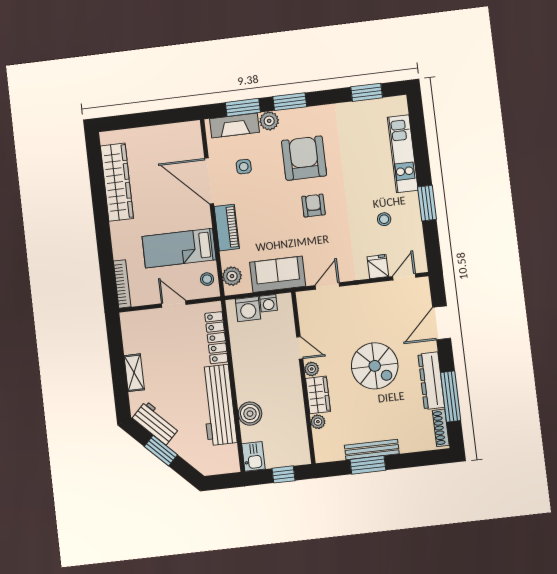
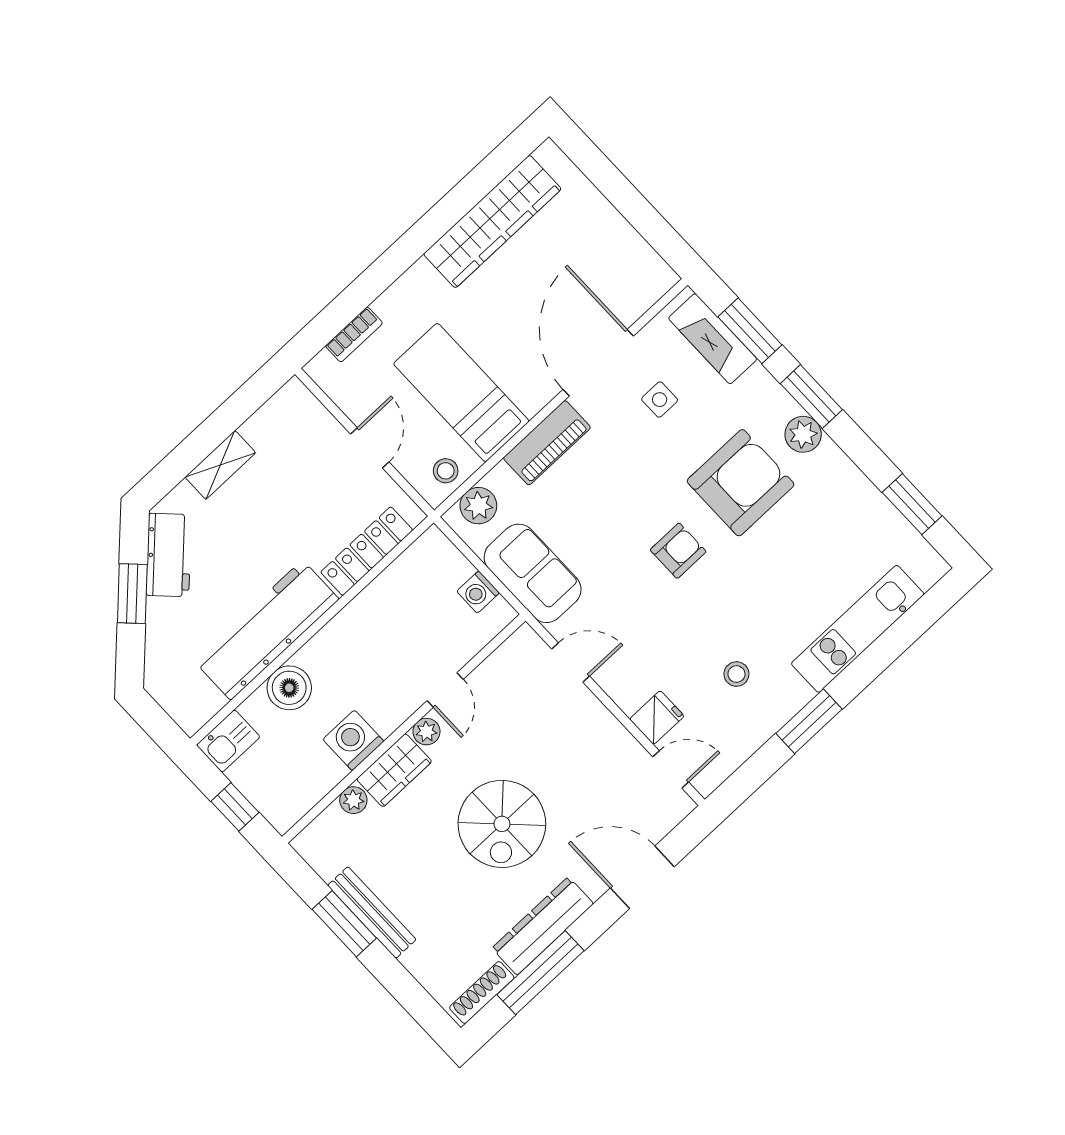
plant: (269, 121) -> (803, 434), moved
bookcase: (122, 284) -> (354, 335), width x0.64
washing machine: (248, 309) -> (353, 740), moved, turned 90

